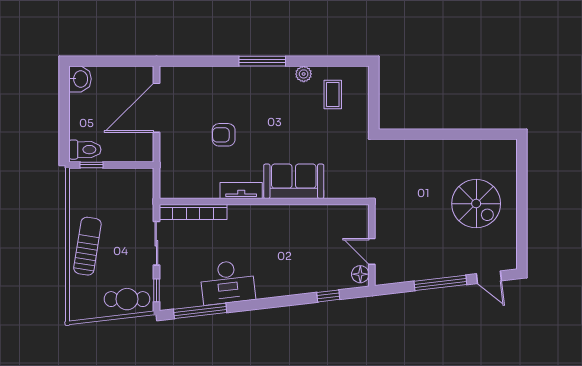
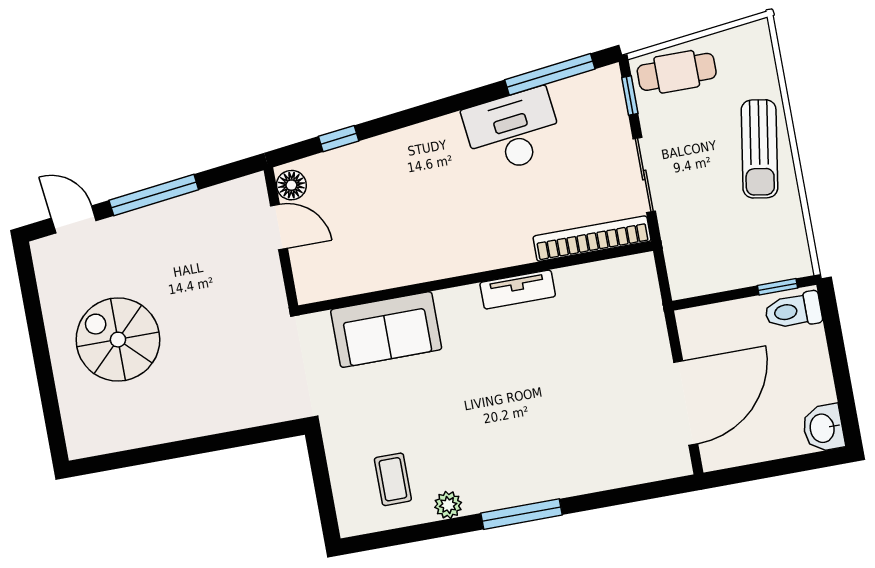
armchair: (224, 135) -> (564, 378), removed
sofa: (294, 181) -> (386, 330), moved

